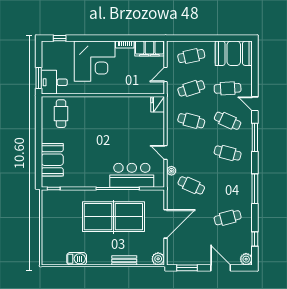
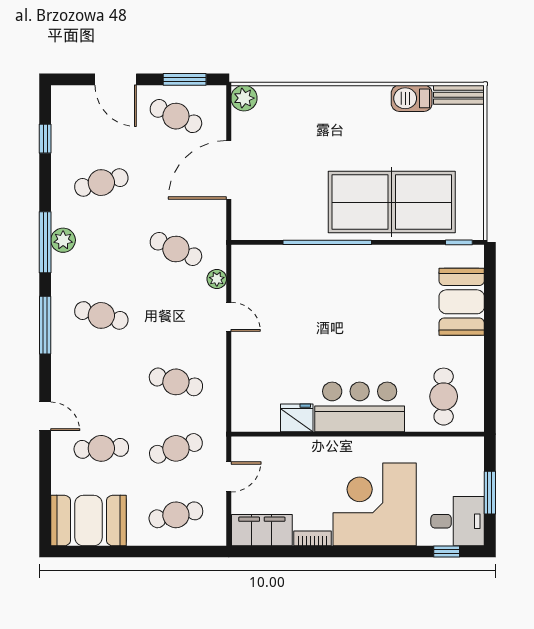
window: (39, 78) -> (490, 493), moved
desk: (54, 82) -> (458, 521), moved
fridge: (158, 104) -> (297, 418), moved, turned -90
cafe table: (228, 121) -> (176, 116), moved
window: (255, 137) -> (45, 325), moved
bar counter: (132, 175) -> (360, 407), moved, turned 180
table tennis table: (113, 217) -> (392, 202), moved
plant: (246, 259) -> (63, 240), moved
bench: (124, 260) -> (459, 95), moved

